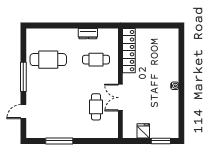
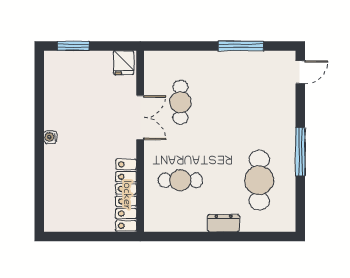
dresser: (88, 34) -> (224, 223), moved
cafe table: (48, 60) -> (259, 180), turned 90
door: (23, 112) -> (300, 72), moved
fridge: (143, 131) -> (124, 63), moved

